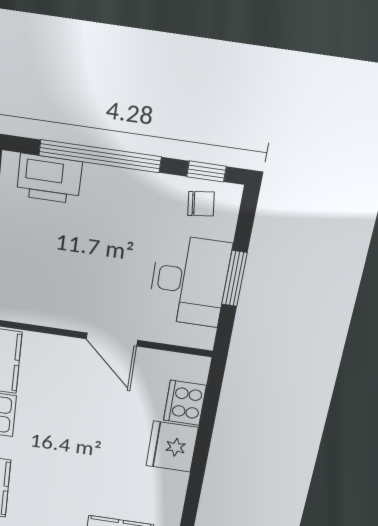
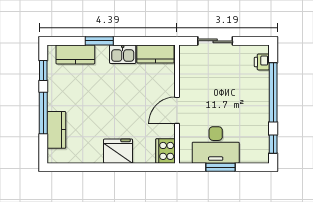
printer: (49, 179) -> (262, 62), width x0.53, depth x0.68
chair: (201, 204) -> (257, 144), removed
cooker: (185, 403) -> (166, 151), moved, turned -90

